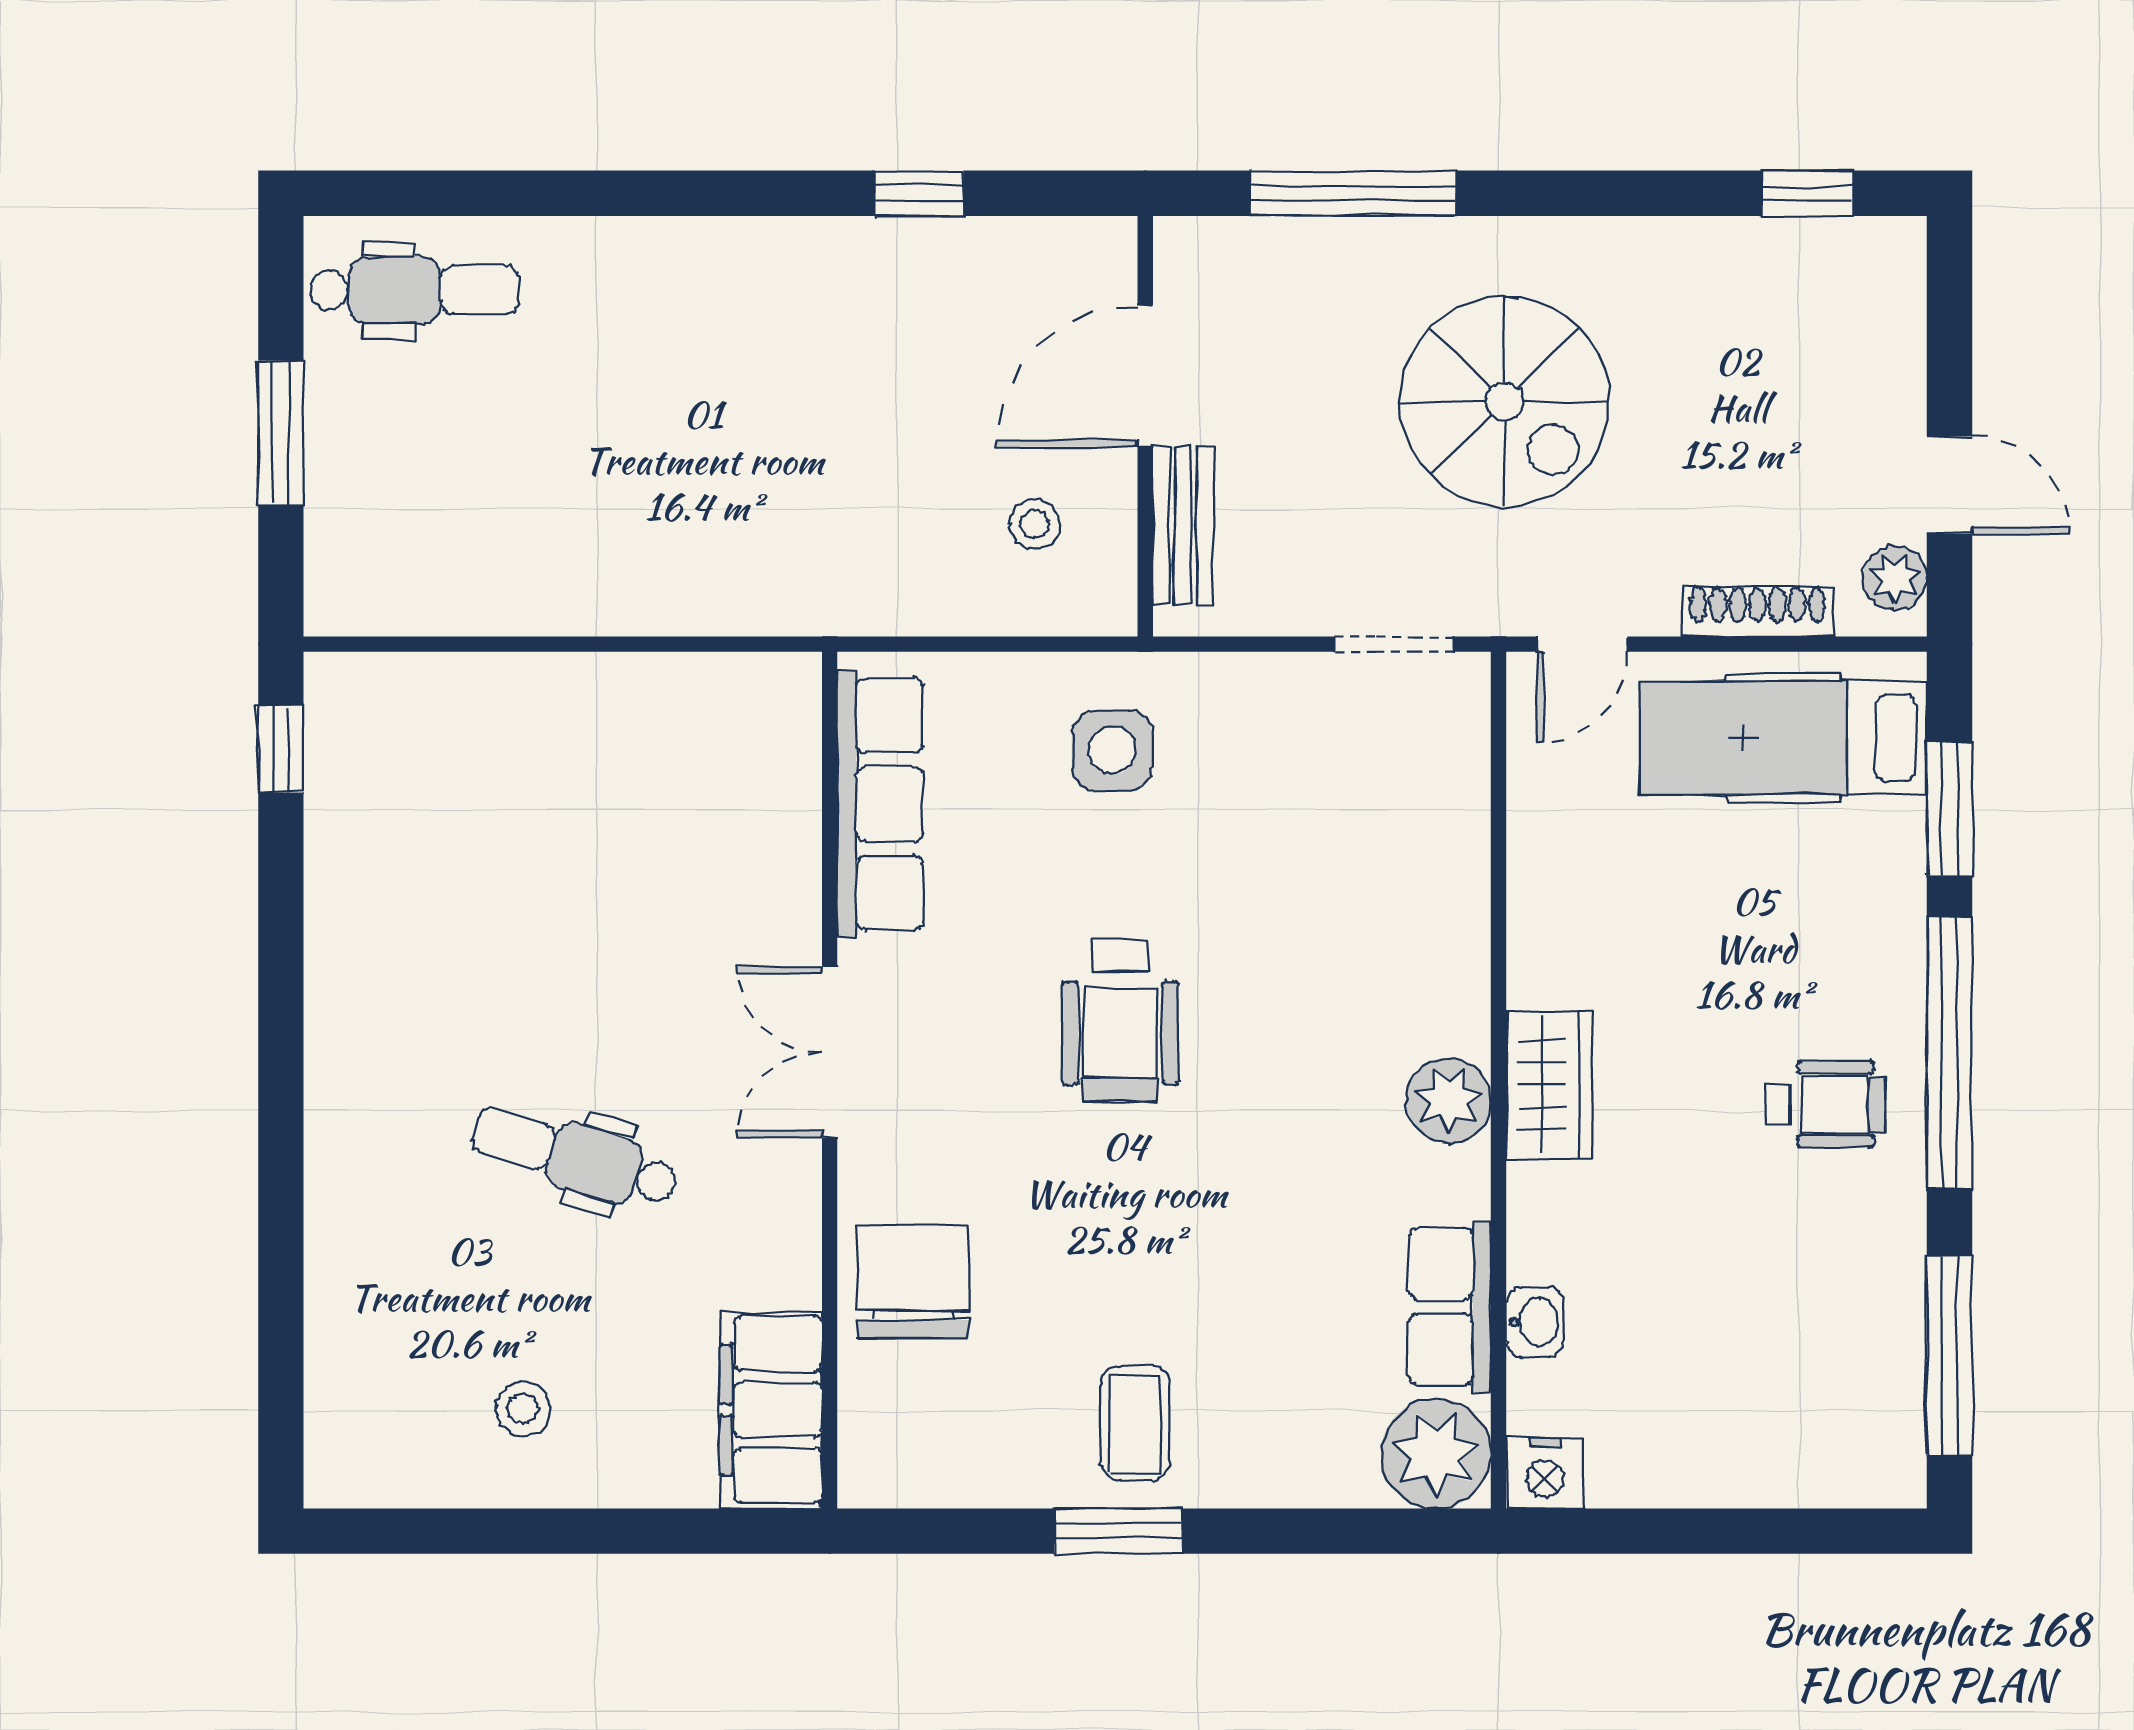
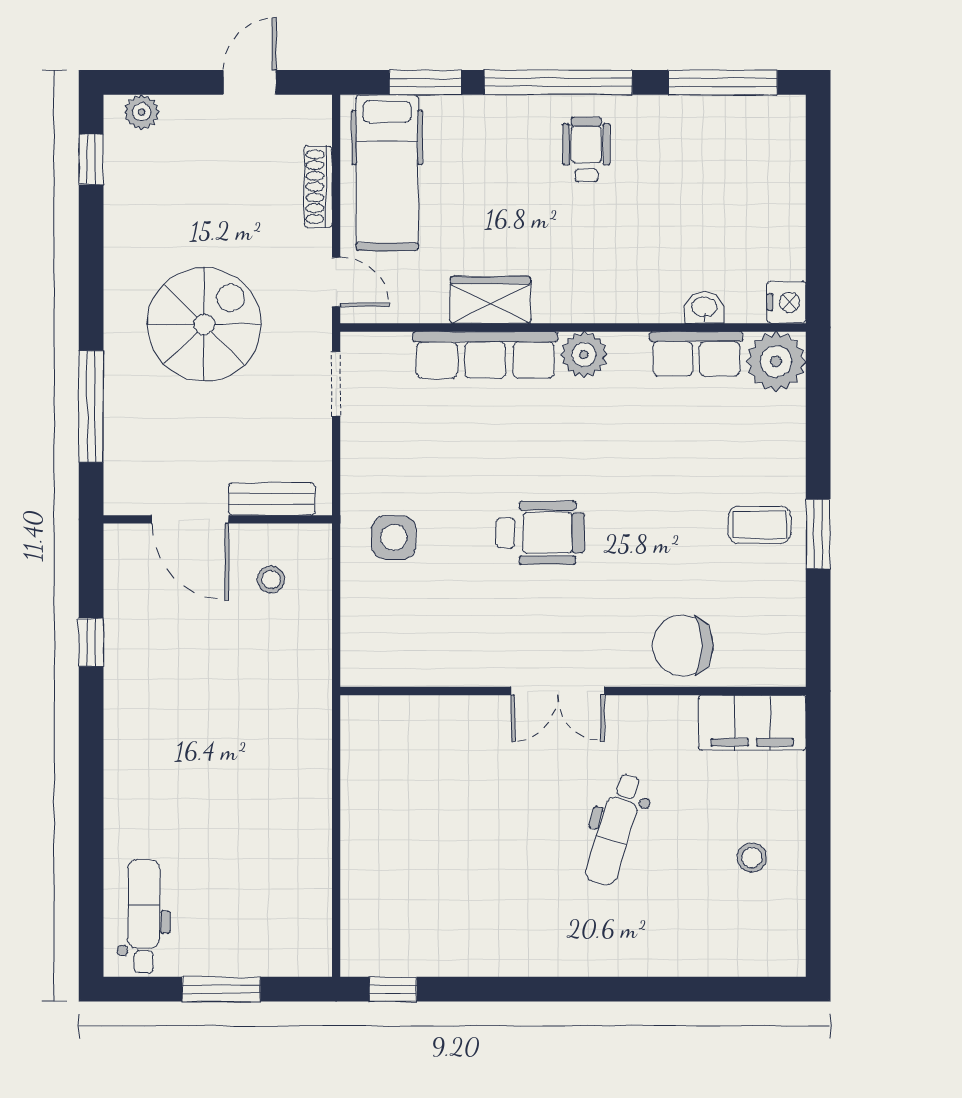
plant: (1895, 578) -> (142, 112), moved
row of seats: (880, 804) -> (485, 355), moved, turned 180
wardrobe: (1549, 1085) -> (490, 300), moved

